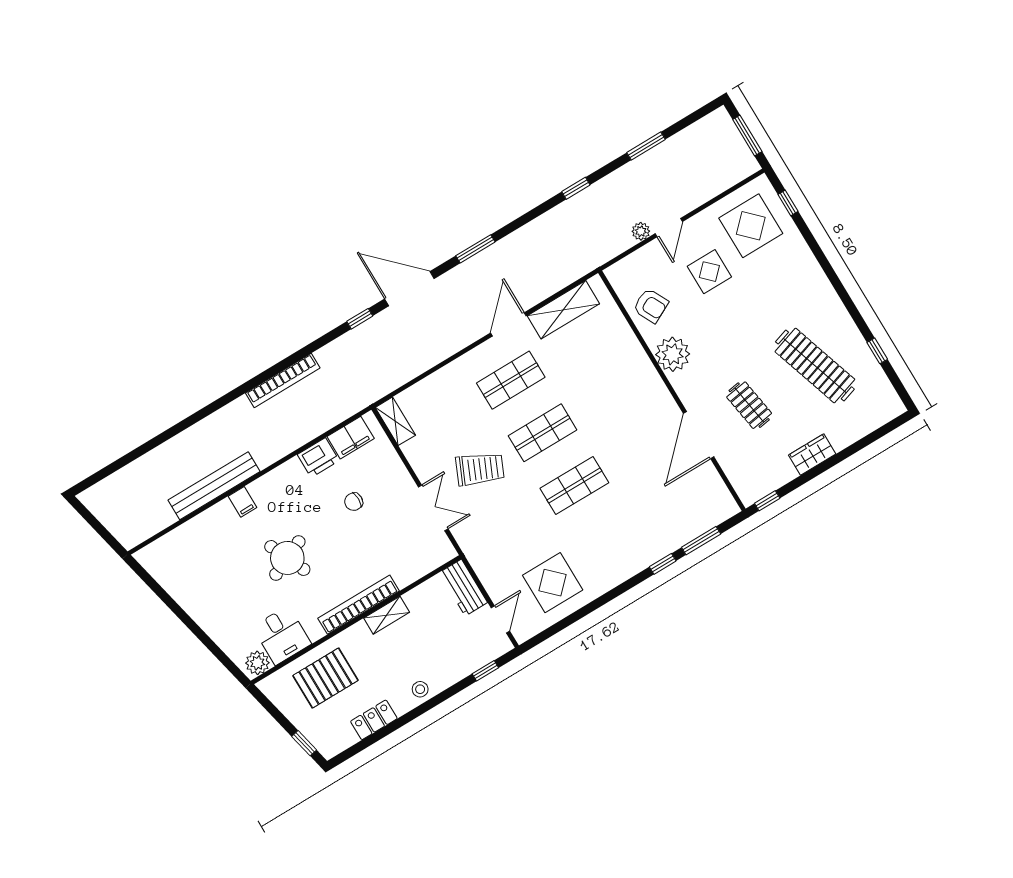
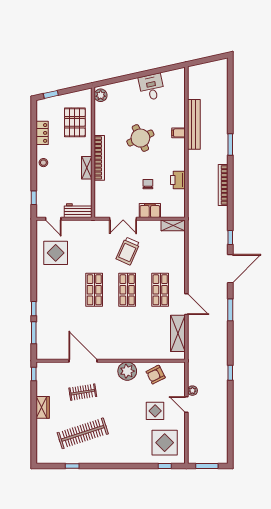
window: (646, 146) -> (230, 144), moved
filing cabinet: (351, 438) -> (150, 211), moved, turned 90
desk: (282, 635) -> (152, 87), moved, turned 77

